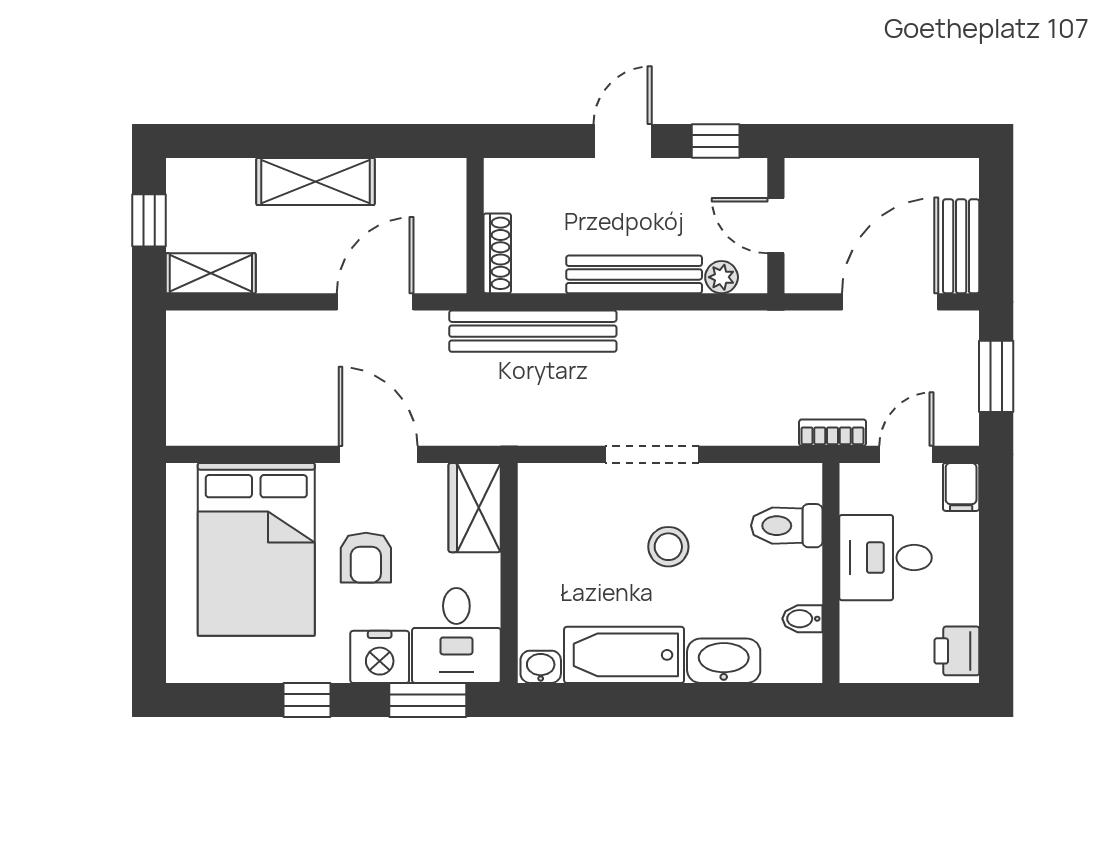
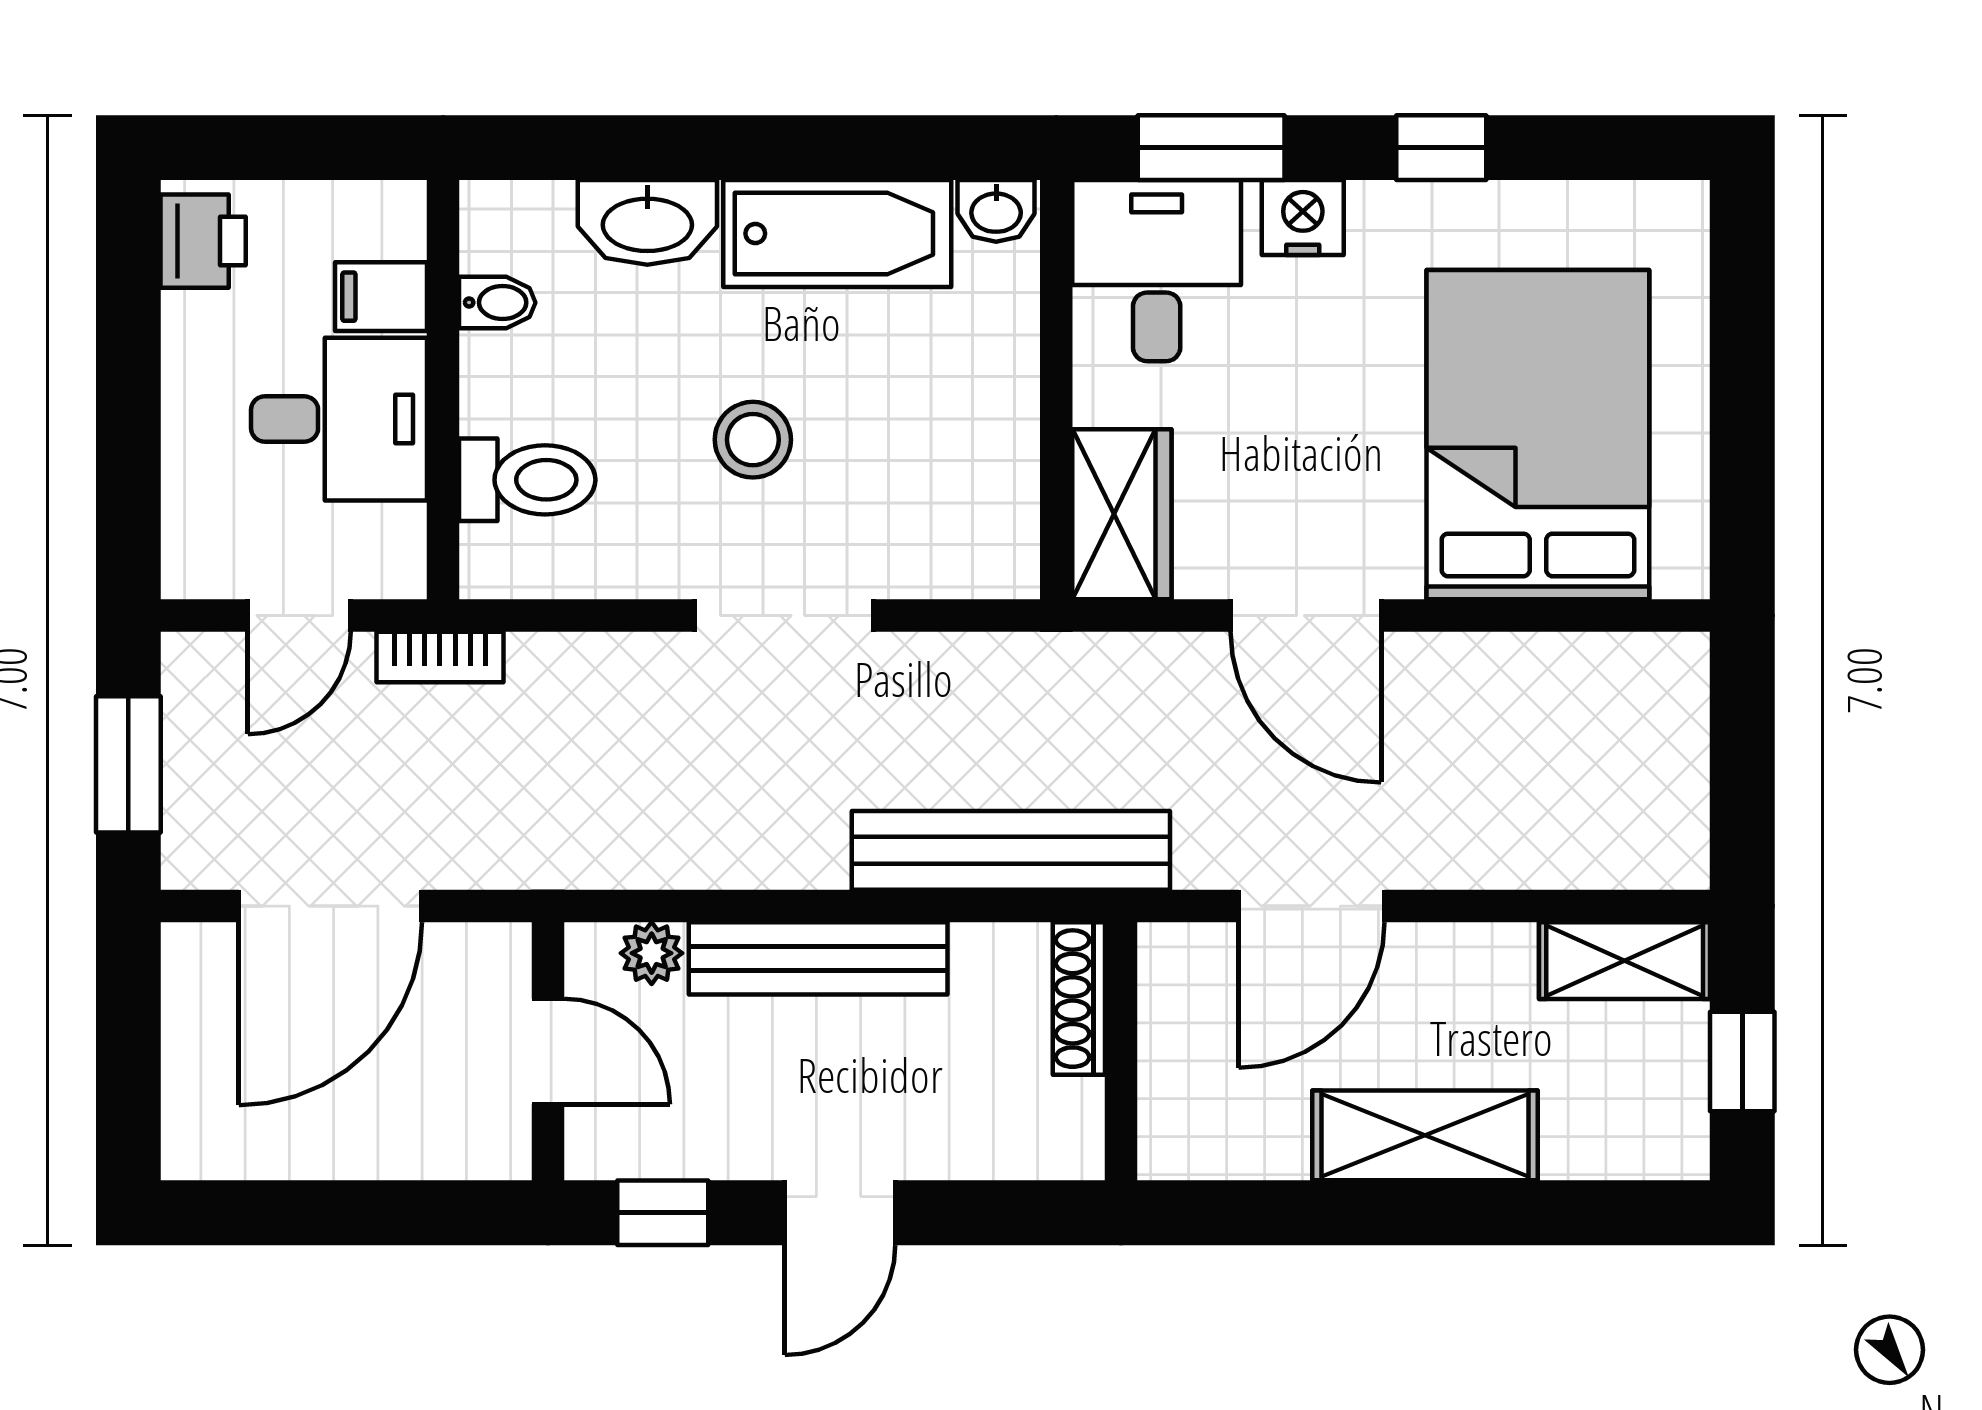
bench: (961, 246) -> (195, 1012), removed
filing cabinet: (961, 487) -> (381, 297), moved, turned -90
armchair: (366, 558) -> (1329, 419), removed
nightstand: (380, 657) -> (1303, 217), width x0.74, depth x0.75

